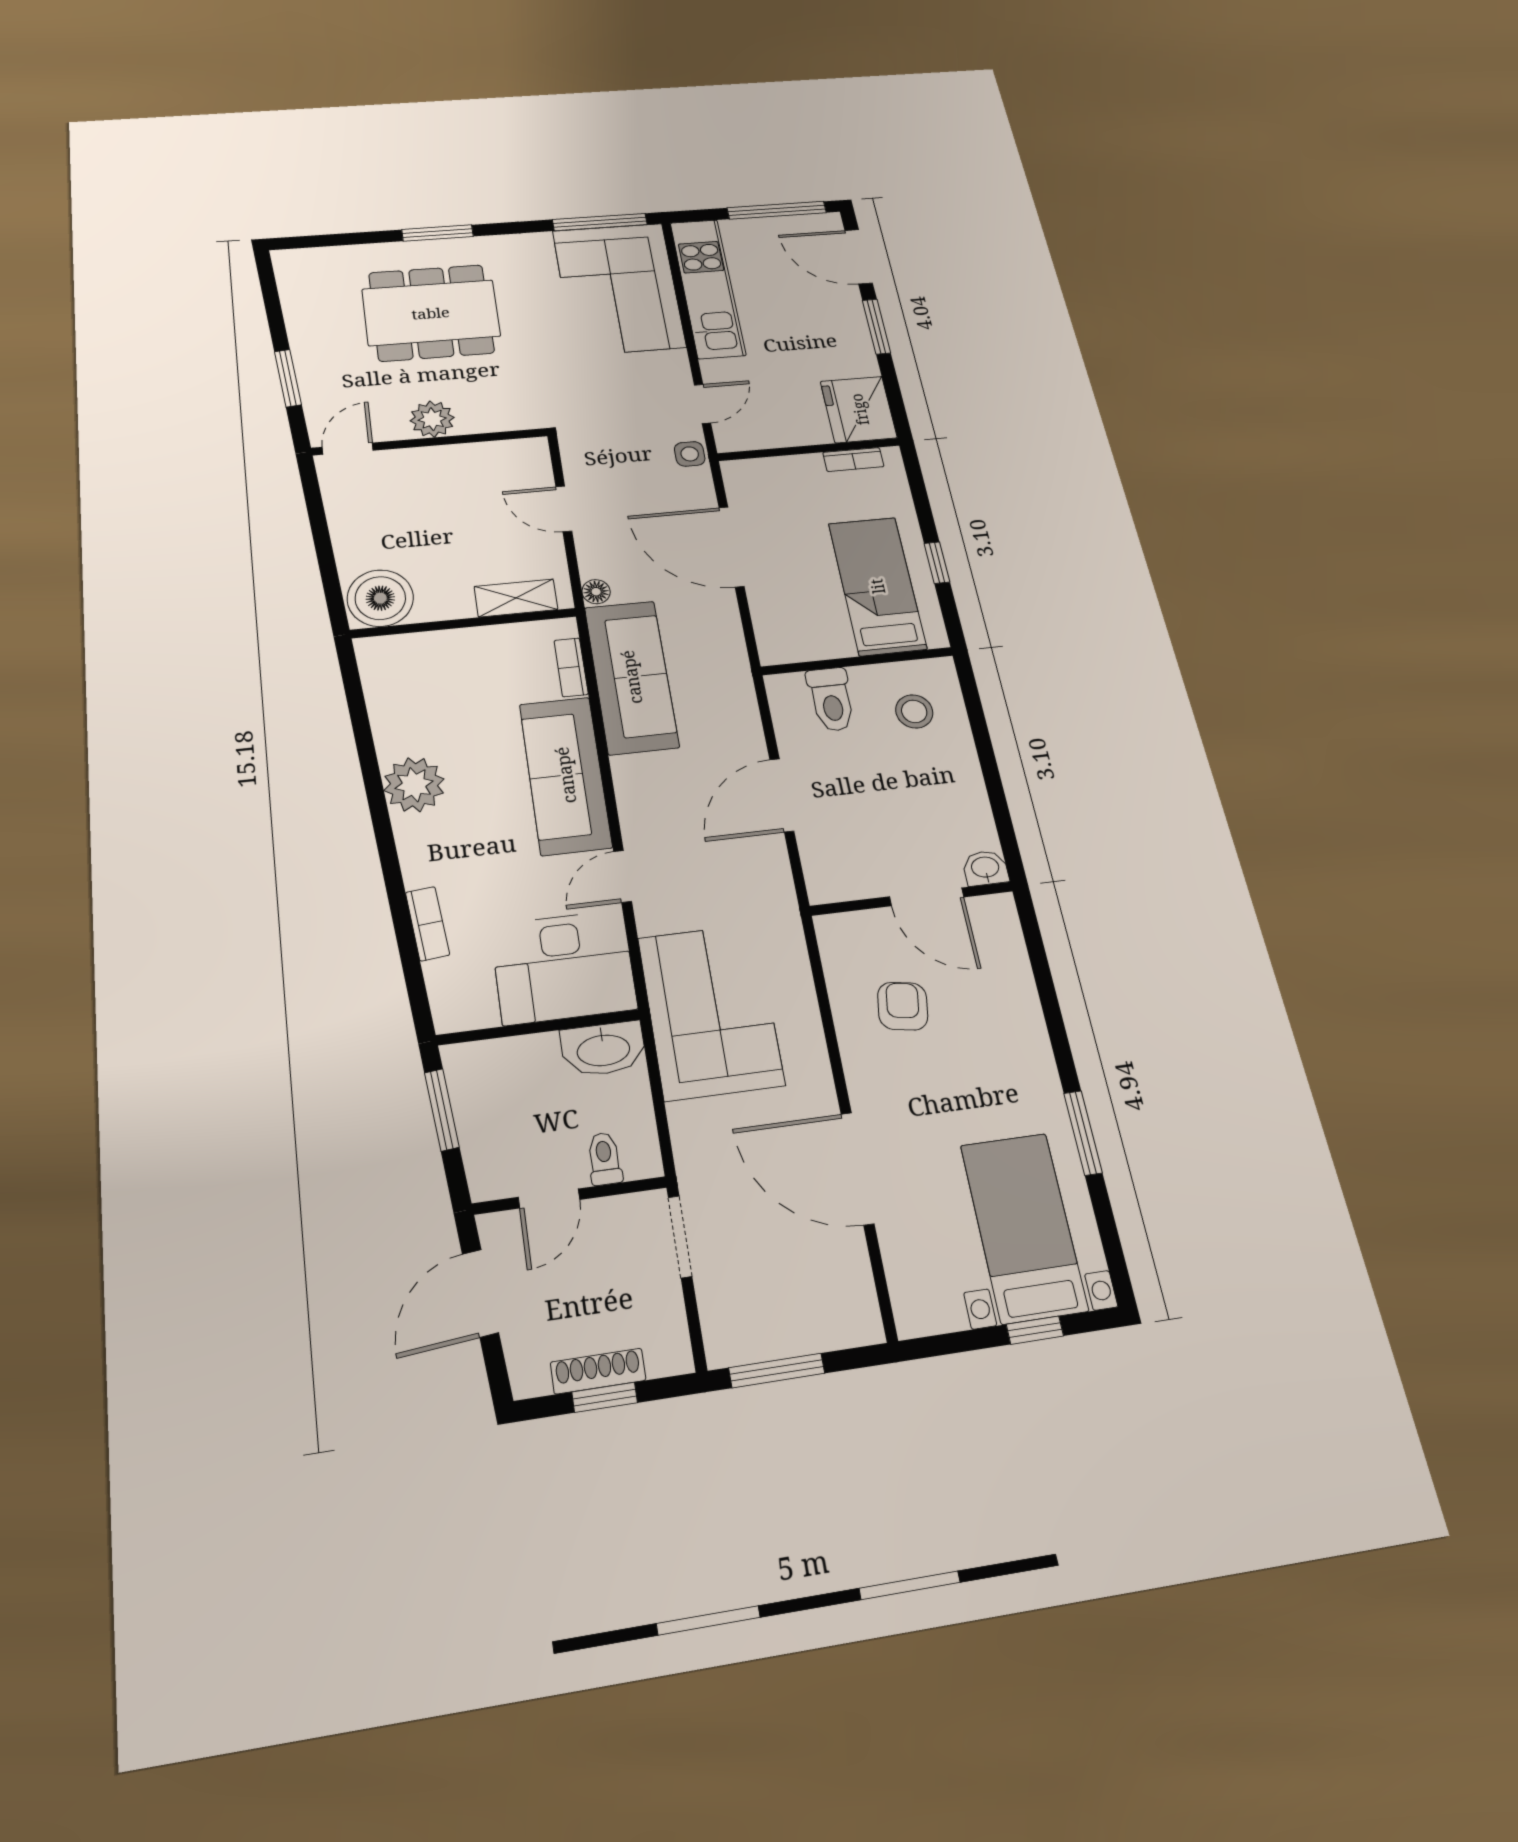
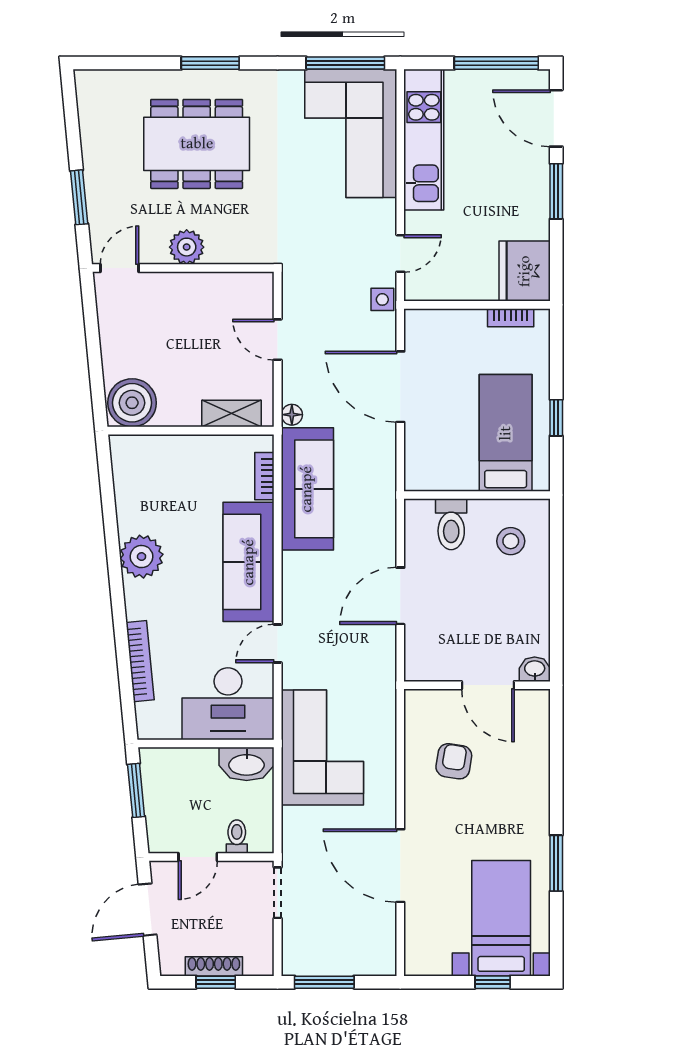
bookcase: (427, 924) -> (140, 661), width x1.56

